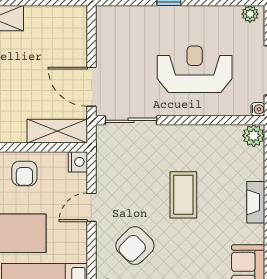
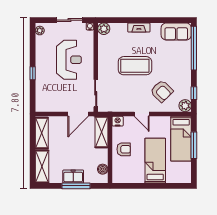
shelving: (55, 18) -> (42, 133), added
reception desk: (195, 69) -> (69, 60), turned 180
coffee table: (183, 195) -> (135, 66), width x1.36, depth x1.32

